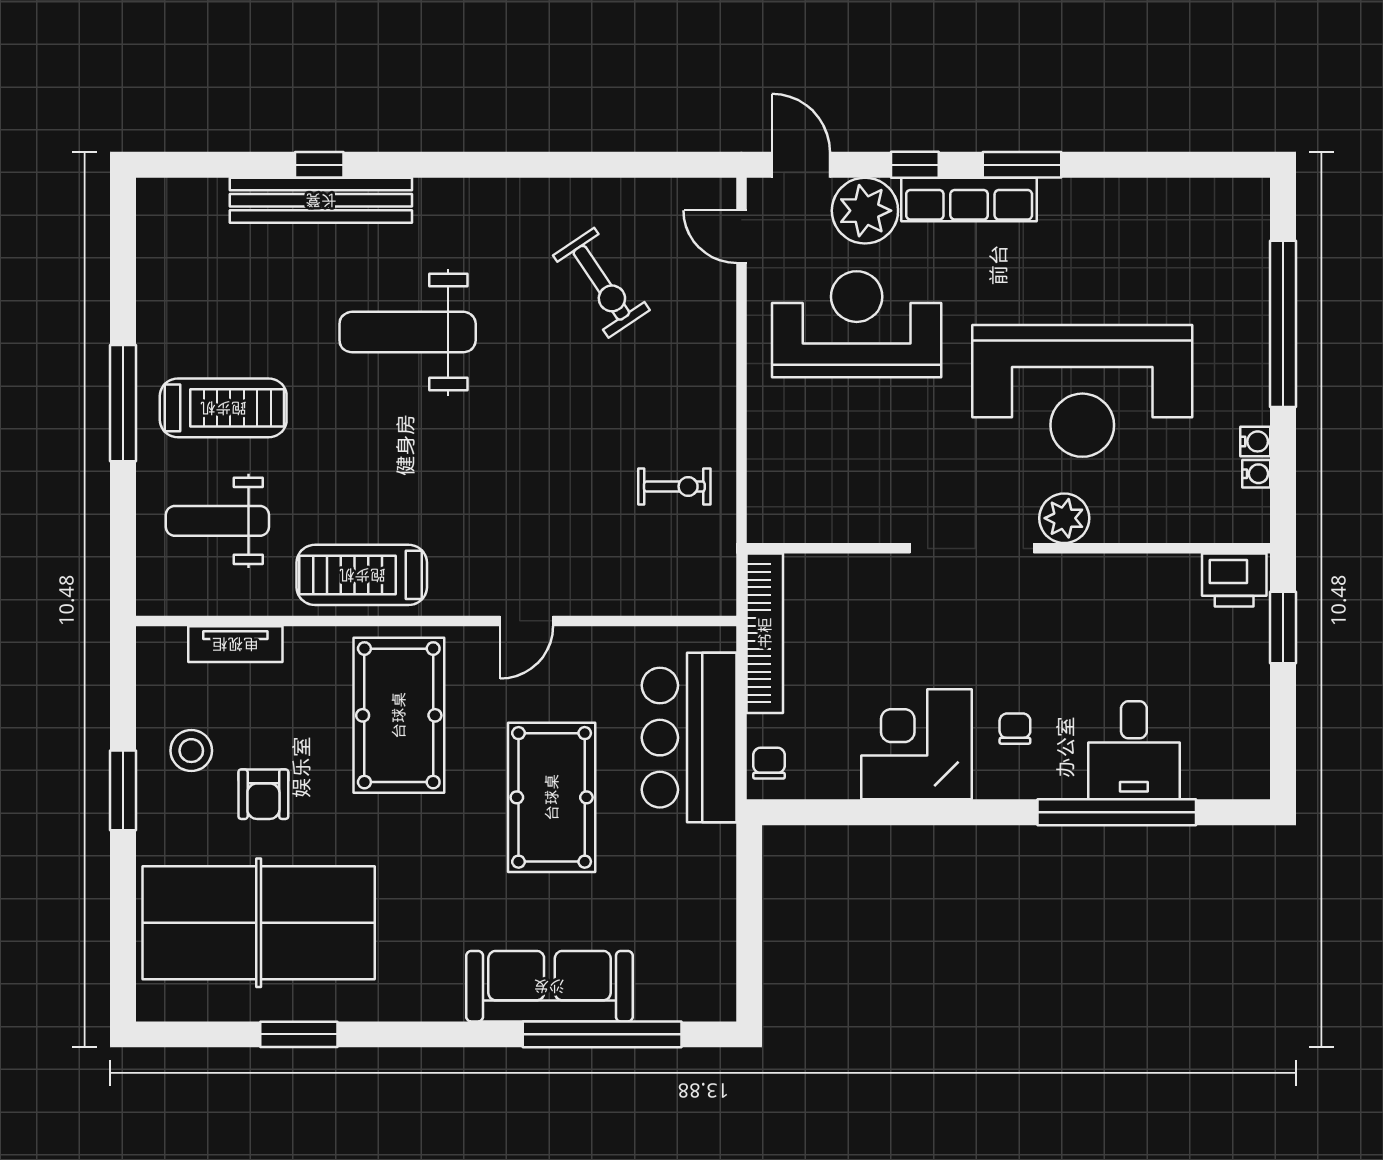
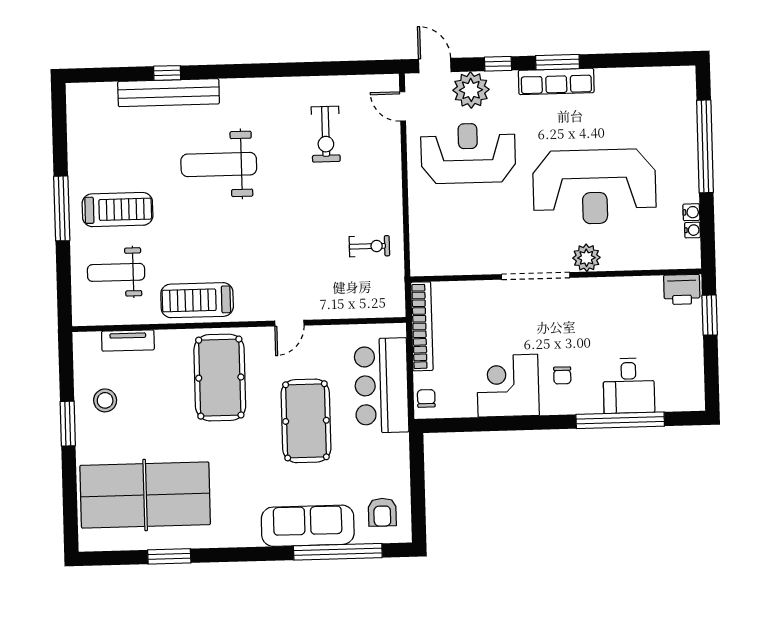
row of seats: (969, 200) -> (556, 81), moved
exercise bike: (601, 283) -> (326, 134), turned 34
chair: (1015, 729) -> (562, 375), turned 180
armchair: (263, 794) -> (382, 512), moved

